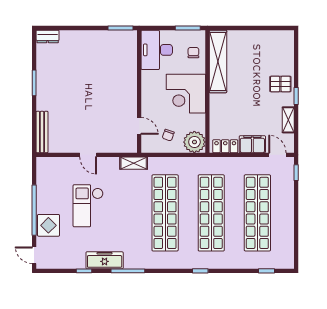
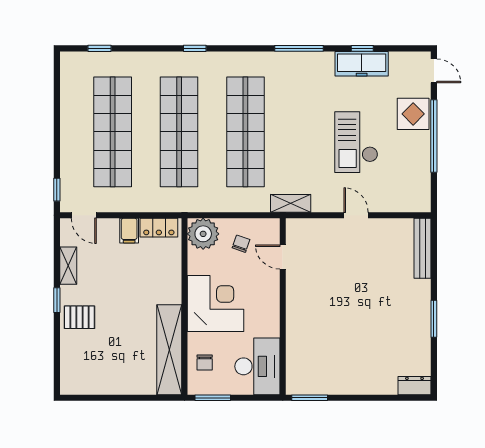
filing cabinet: (252, 144) -> (129, 231), width x0.50
checkout: (88, 206) -> (356, 142), turned 180
freezer: (105, 260) -> (362, 64), moved

